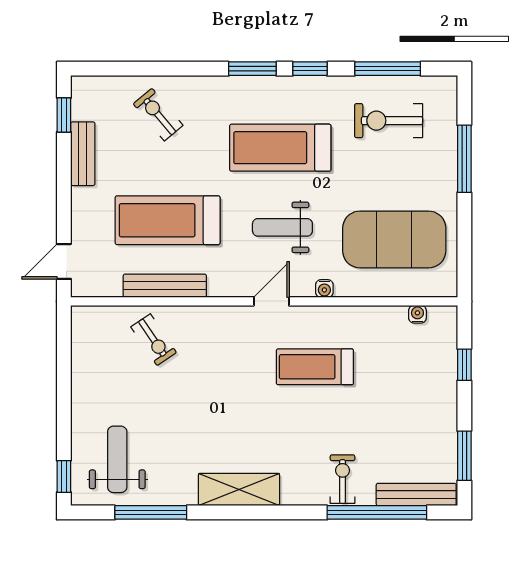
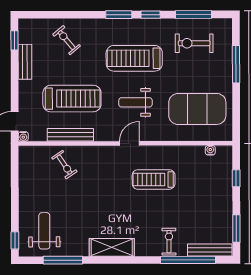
treadmill: (168, 220) -> (72, 99), turned 180
water cooler: (324, 289) -> (23, 136), moved

